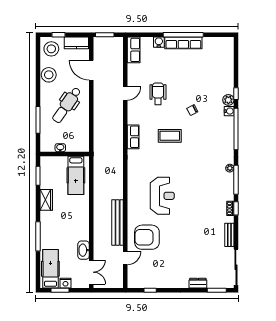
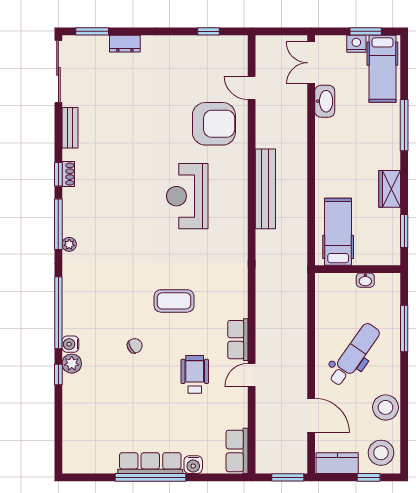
wheelchair: (158, 94) -> (195, 374), turned 180
row of seats: (133, 137) -> (238, 340), moved
bench: (118, 222) -> (265, 189), moved
door: (125, 258) -> (252, 88), hinge flipped

